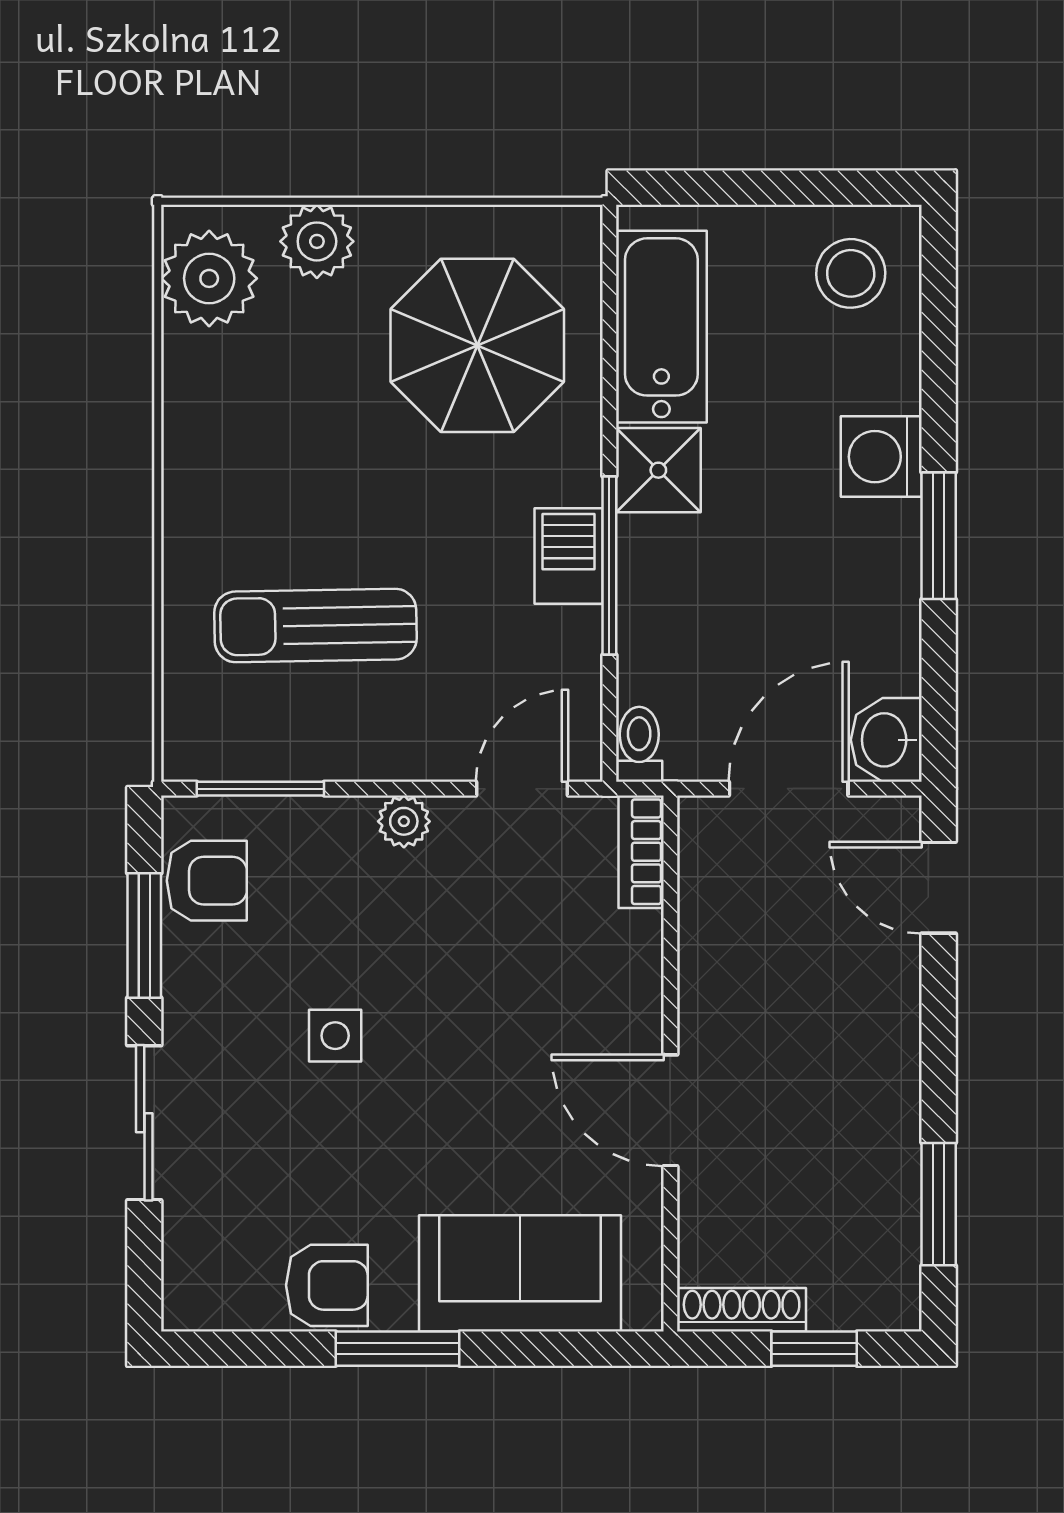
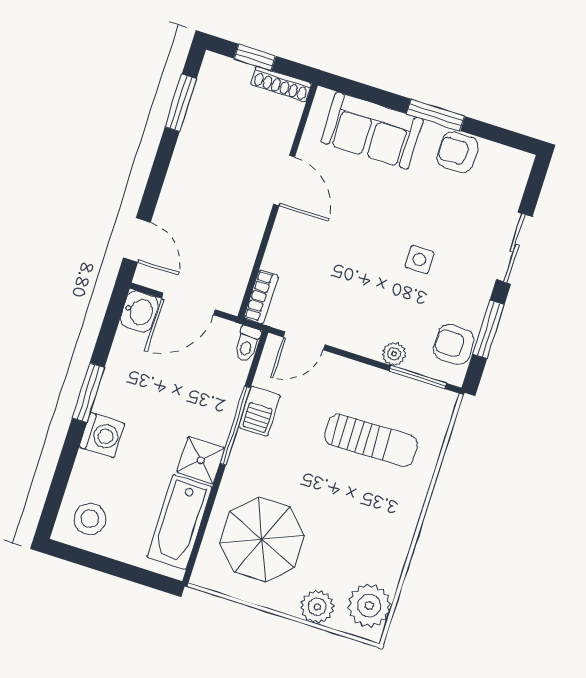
barbecue: (569, 556) -> (259, 411), moved
plant: (404, 821) -> (394, 354), moved

